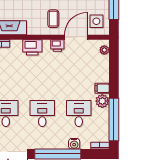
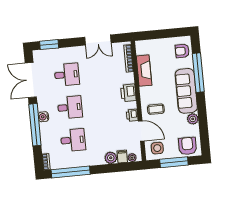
filing cabinet: (102, 88) -> (122, 157), moved
plant: (102, 101) -> (111, 158), moved
water cooler: (74, 144) -> (43, 117), moved

